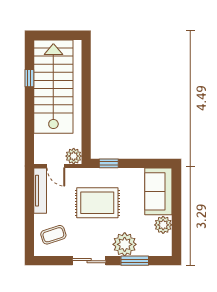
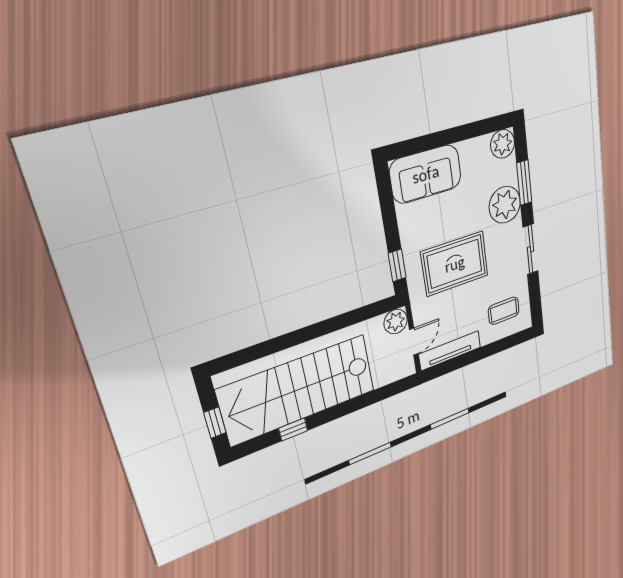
window: (53, 35) -> (215, 423), added
rug: (97, 203) -> (455, 264), turned 90
plant: (163, 225) -> (503, 144), moved
coffee table: (53, 235) -> (504, 311), turned -72

